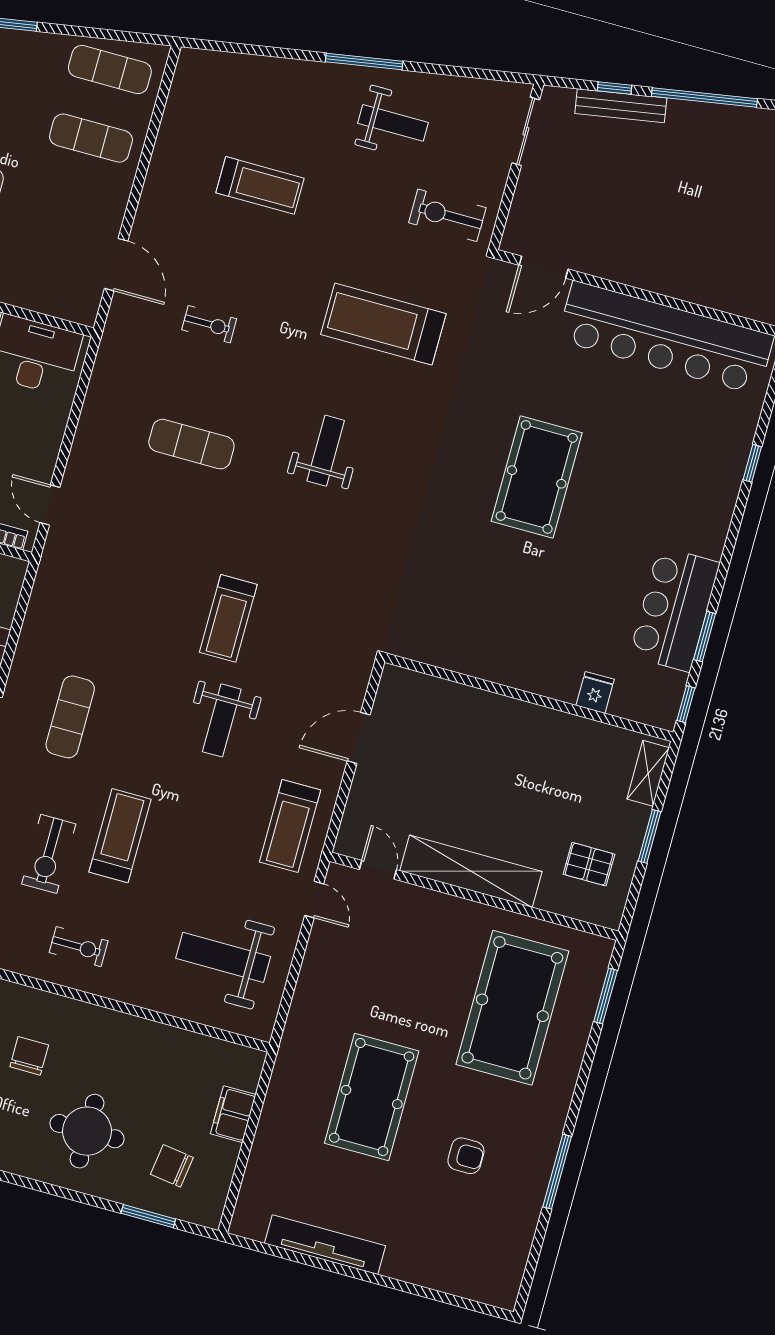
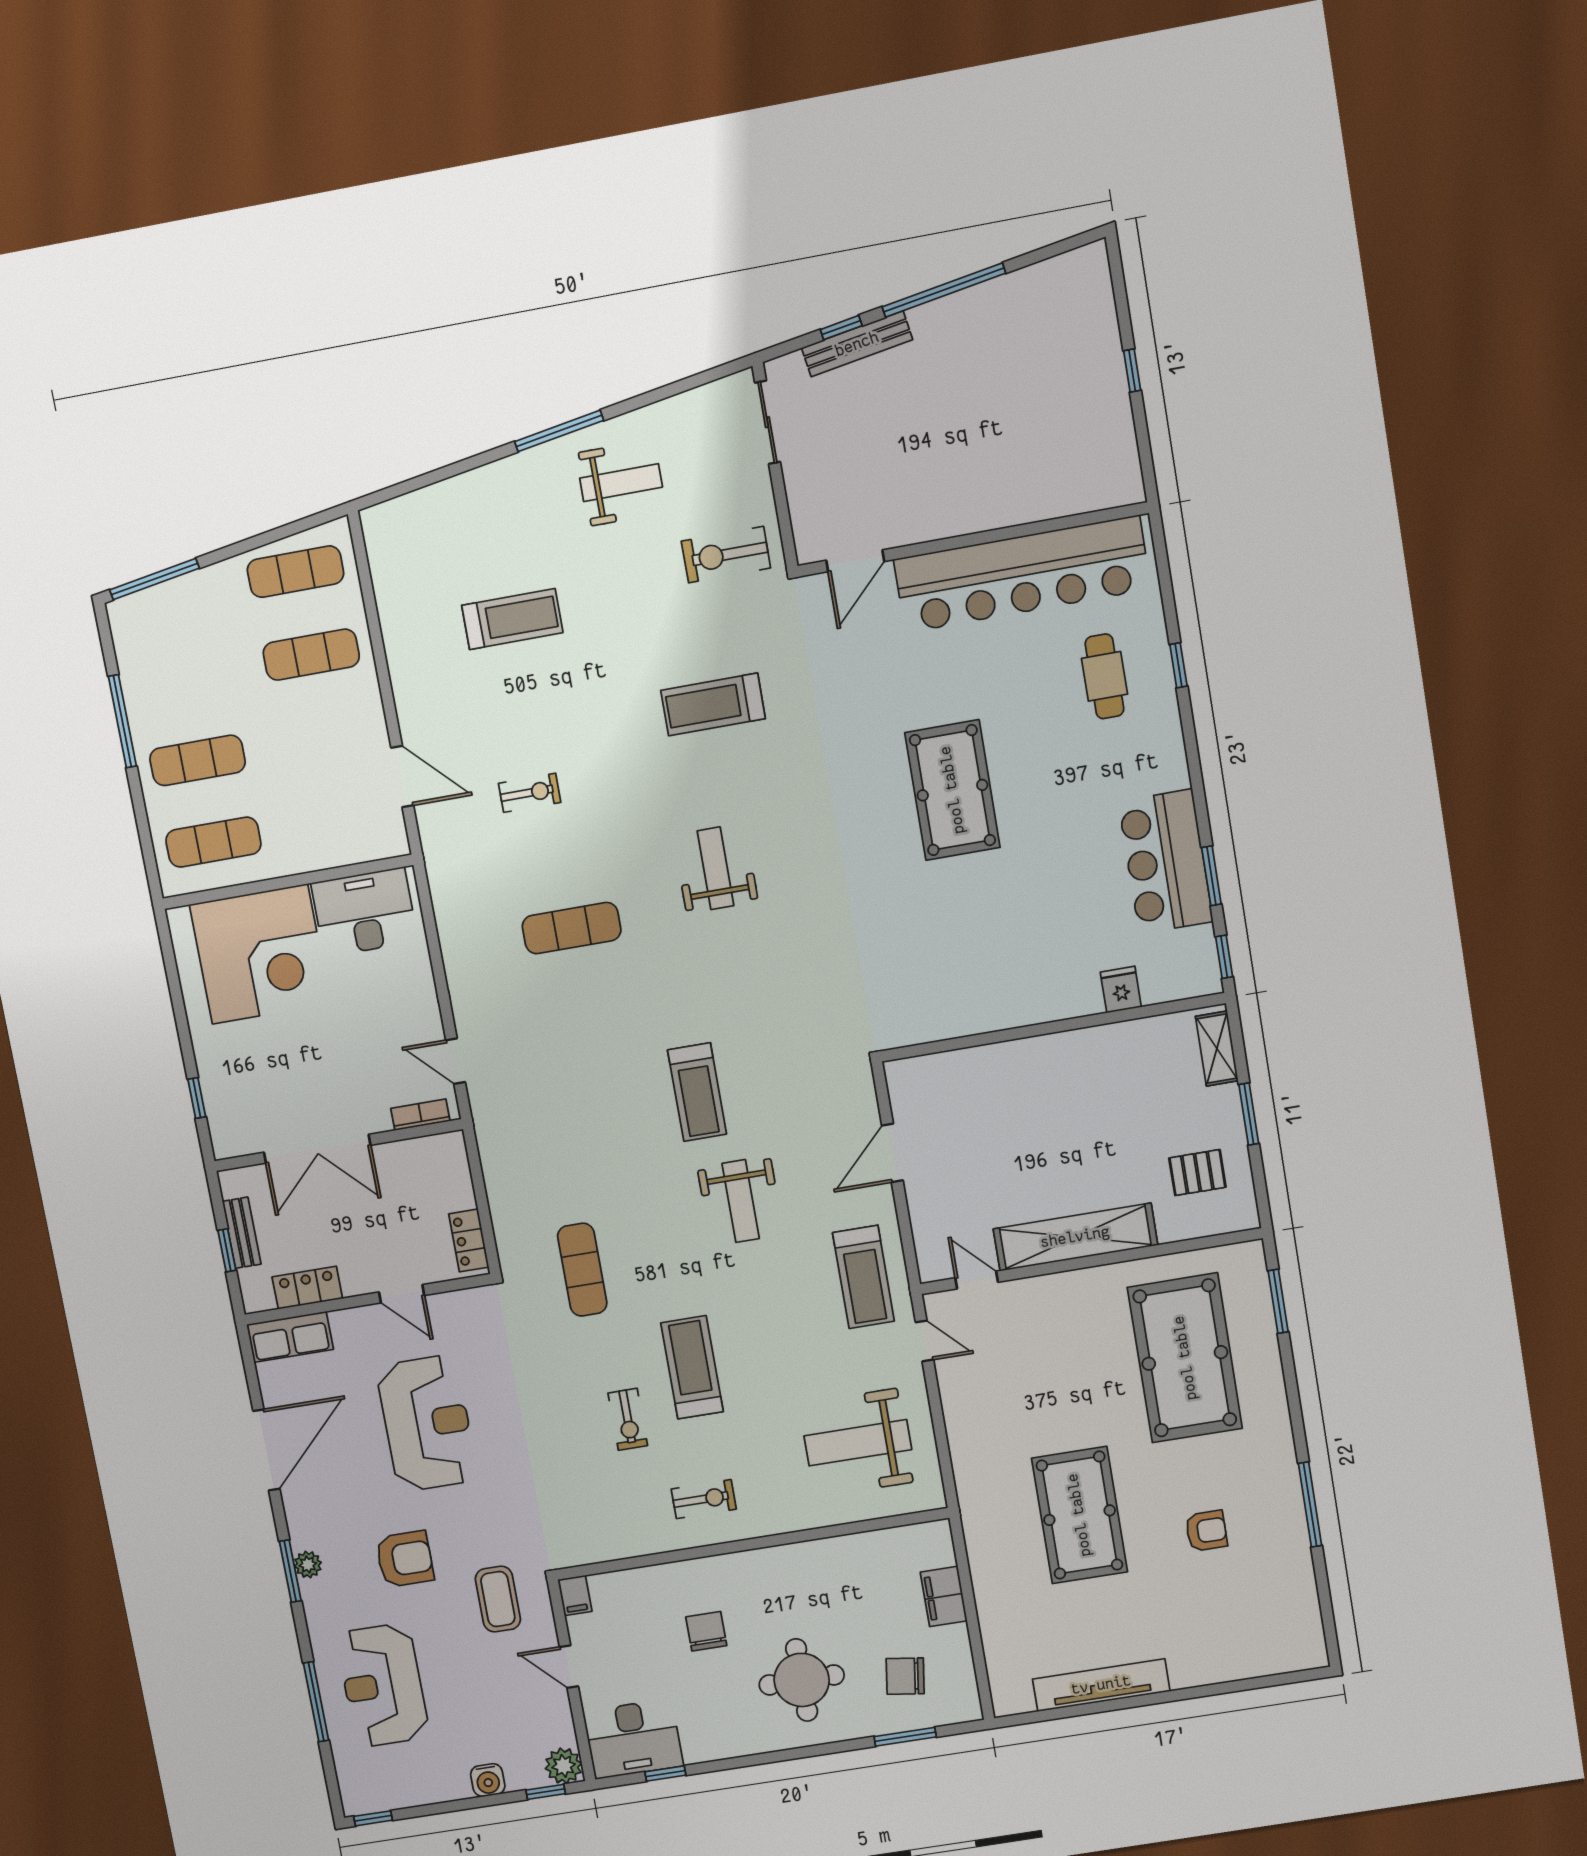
treadmill: (383, 324) -> (713, 704), width x0.73, depth x0.73
cafe table: (692, 445) -> (1104, 676), added
exercise bike: (49, 854) -> (628, 1419), width x0.73, depth x0.72

